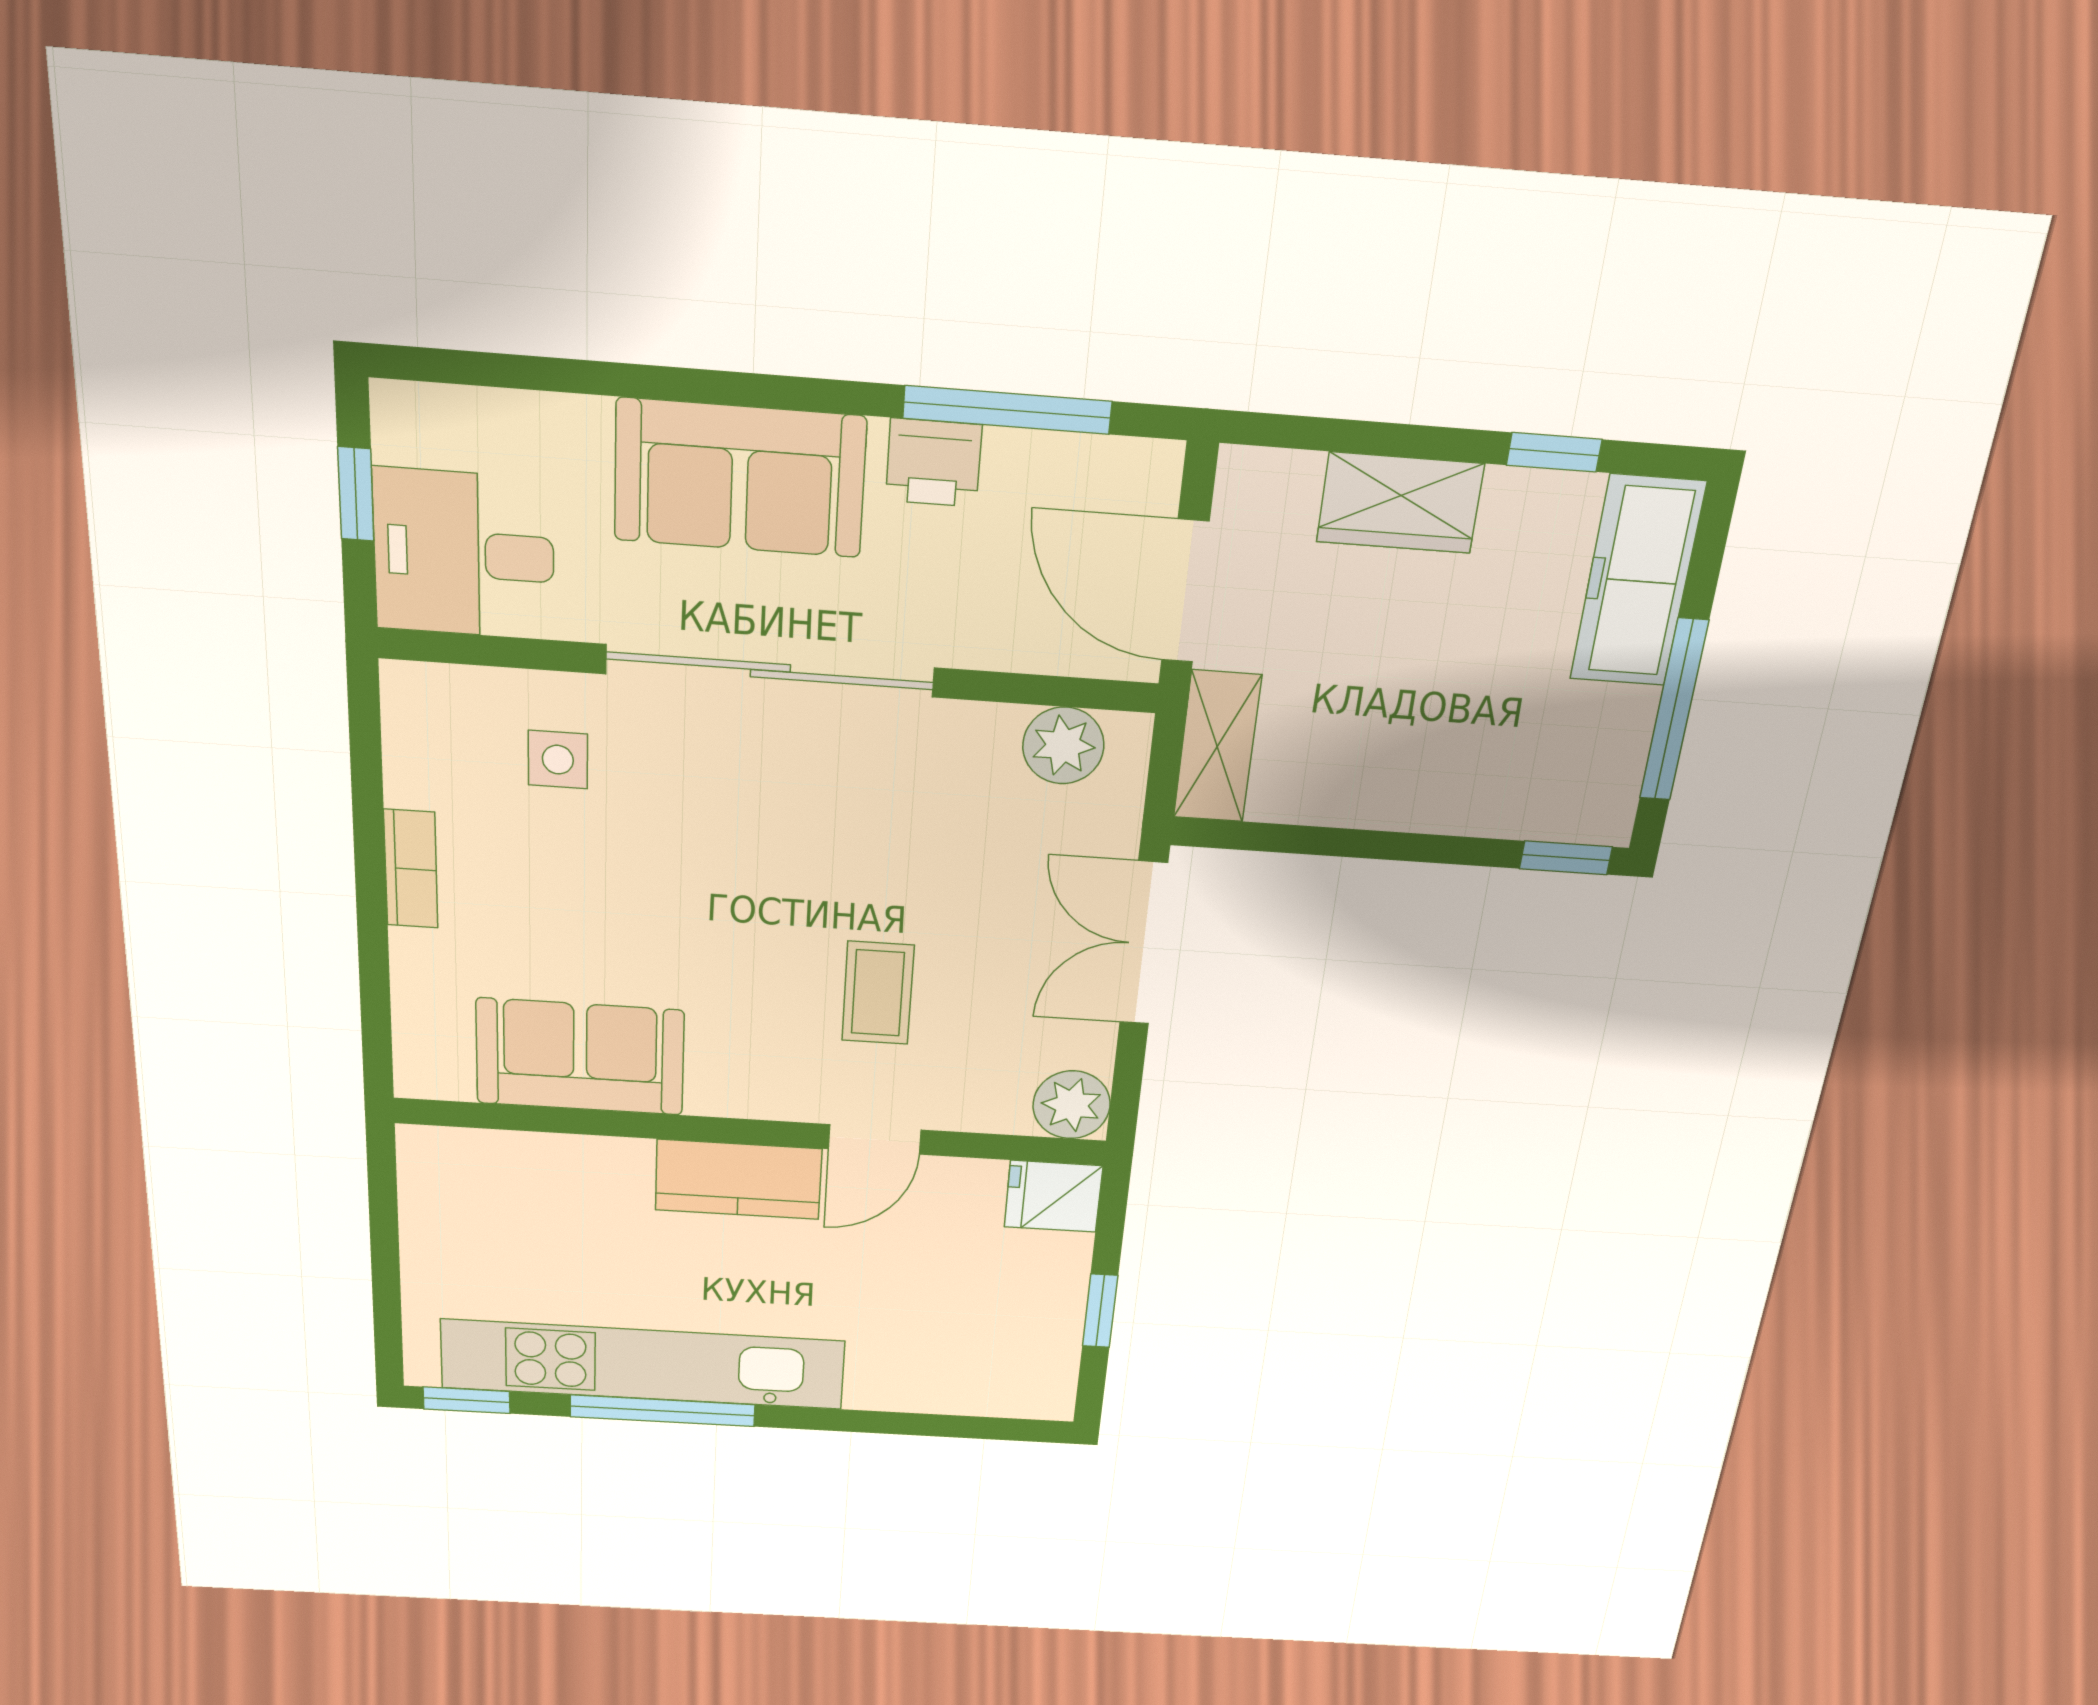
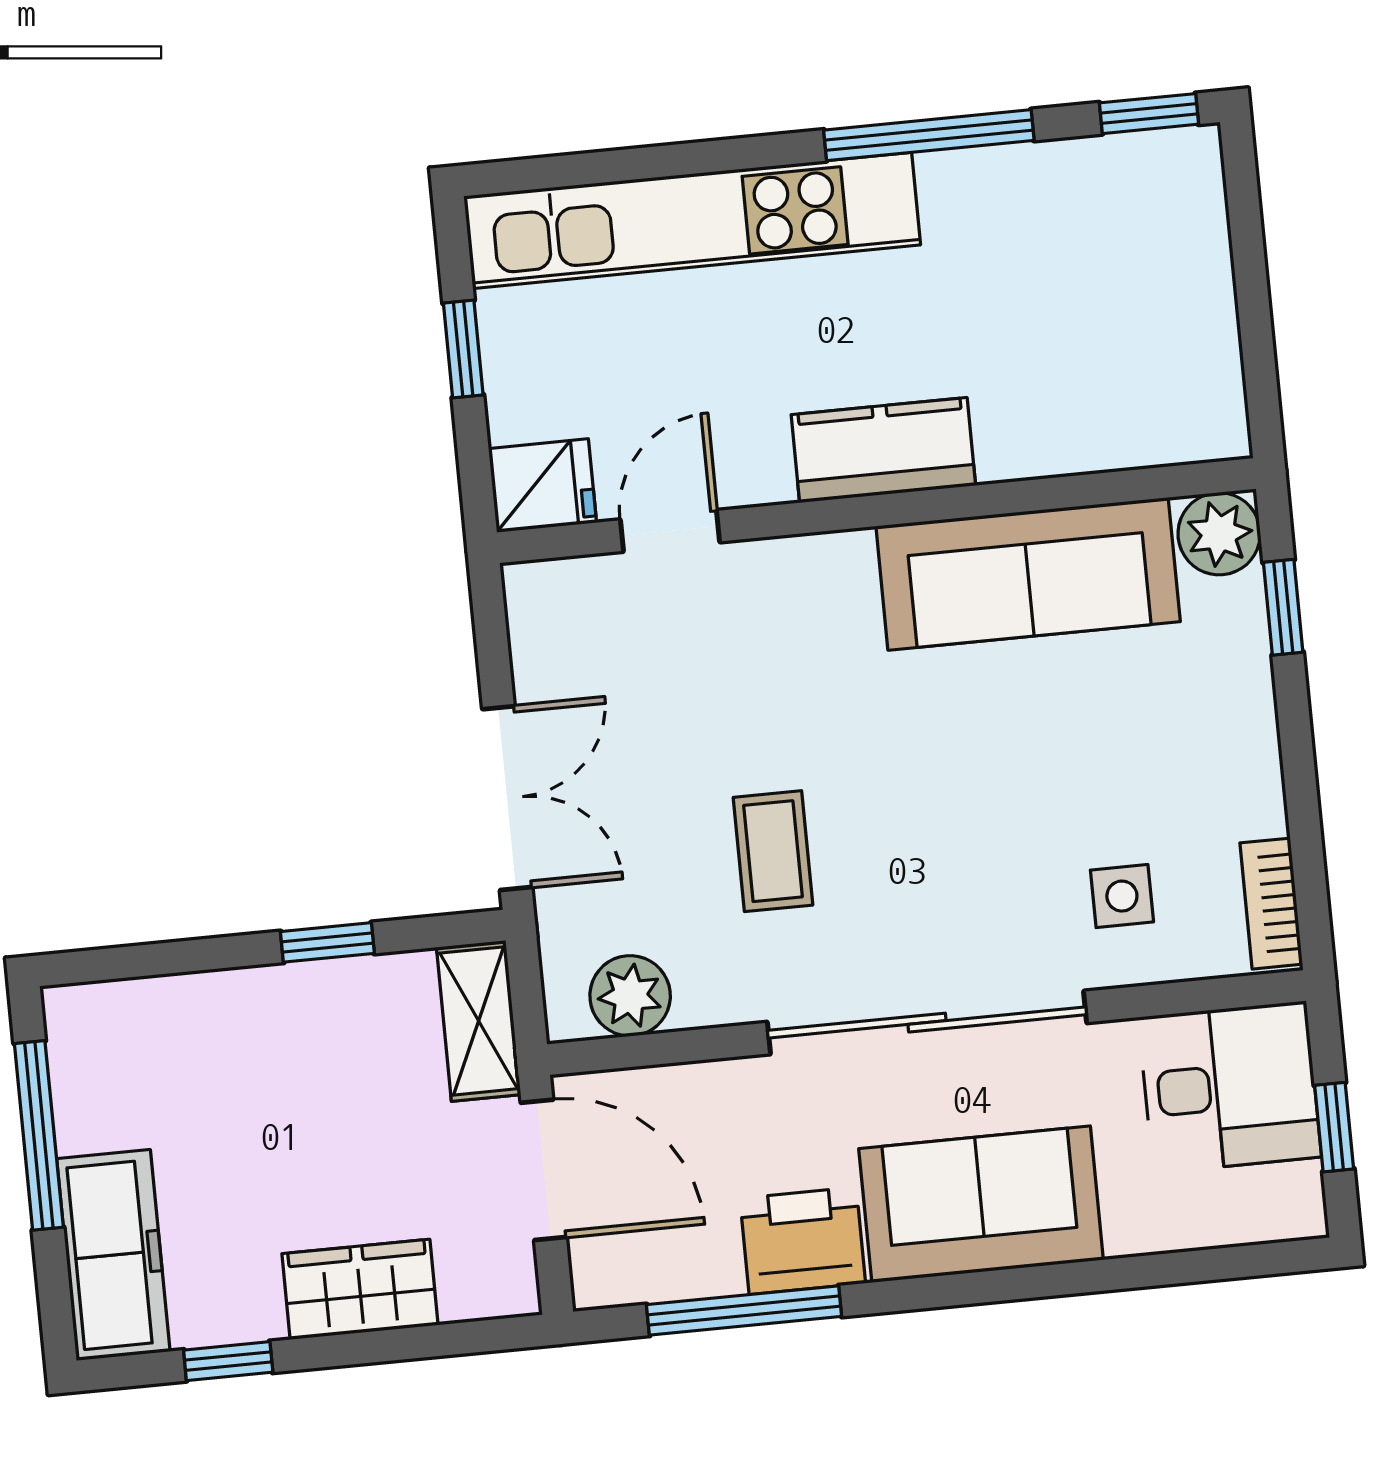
printer: (934, 463) -> (803, 1241), width x1.36, depth x1.24
window: (1566, 858) -> (327, 942), moved
bookcase: (411, 869) -> (1271, 904), moved
coffee table: (878, 993) -> (773, 851), moved
window: (375, 994) -> (1283, 607), added
sofa: (580, 1057) -> (1028, 574), width x1.36
plant: (1072, 1105) -> (1219, 534), moved
door: (875, 1139) -> (670, 531), moved
kitchen unit: (643, 1364) -> (692, 221), moved

